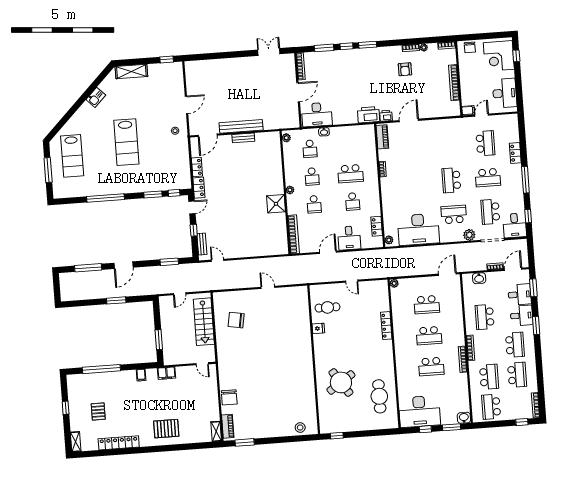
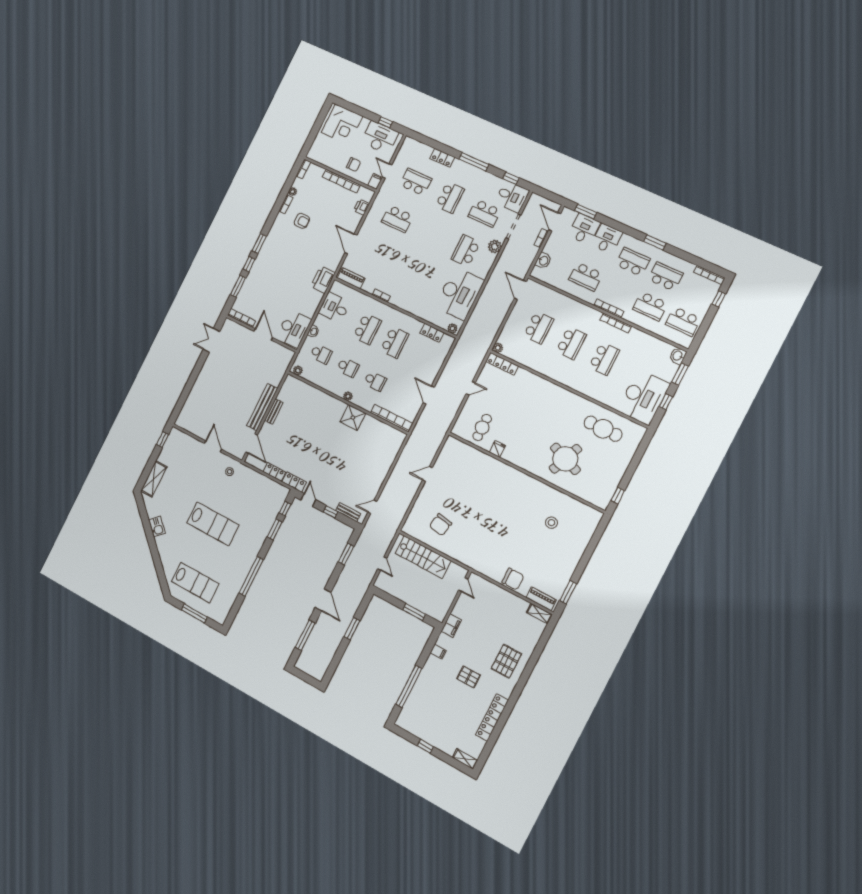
chair: (470, 47) -> (354, 165), moved
window: (516, 56) -> (385, 122), moved
printer: (386, 116) -> (361, 207), moved
school desk: (451, 180) -> (397, 219), moved
school desk: (353, 201) -> (395, 342), width x1.85
desk: (349, 238) -> (334, 307), moved, turned 180
window: (536, 325) -> (655, 242), moved
locker: (386, 326) -> (502, 364), moved
door: (202, 364) -> (463, 585), hinge flipped
school desk: (489, 377) -> (650, 306), turned 180
round table: (341, 382) -> (565, 459), turned -34
pallet: (98, 412) -> (469, 677), moved
stool: (300, 428) -> (551, 523), moved

